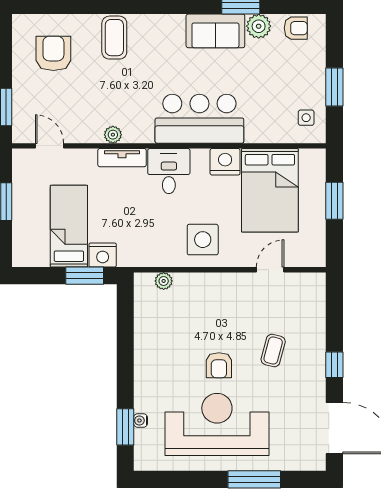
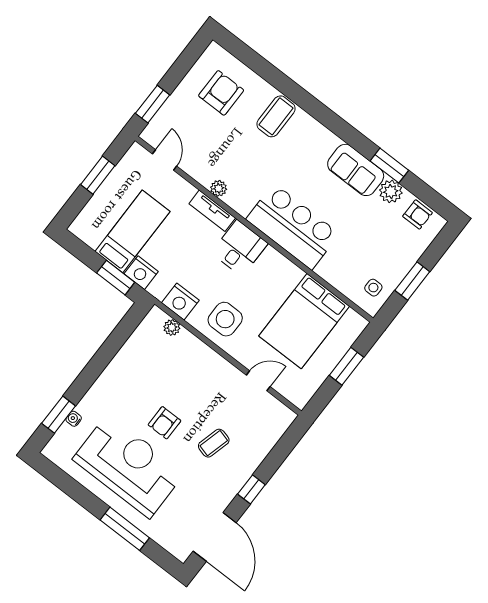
nightstand: (225, 162) -> (180, 302), moved, turned 180

